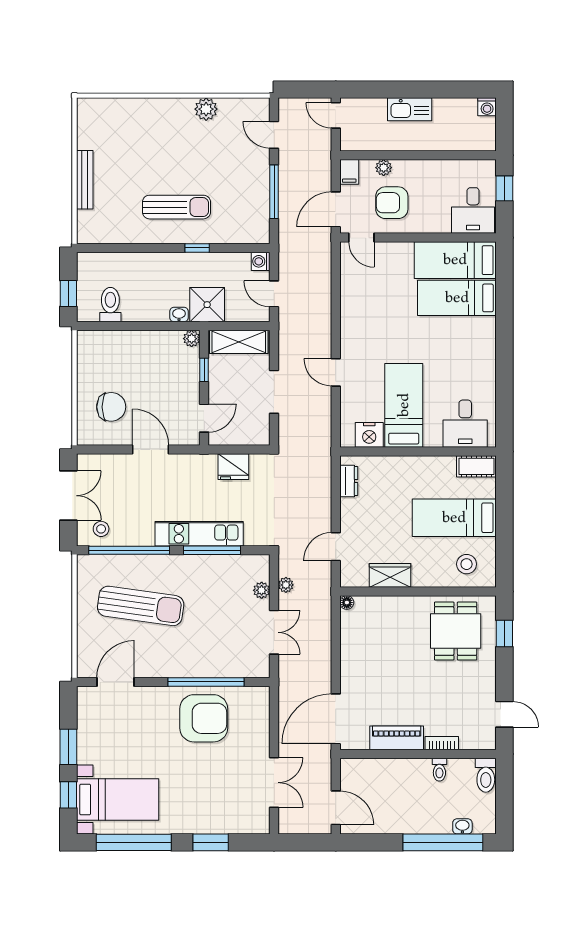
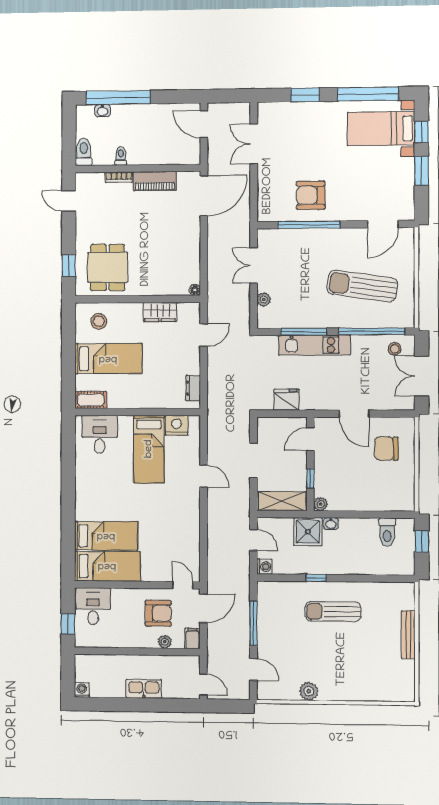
plant: (286, 585) -> (244, 304), removed
armchair: (204, 718) -> (311, 195), width x0.73, depth x0.73

